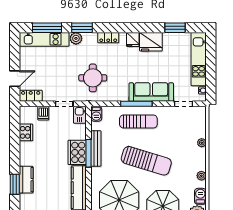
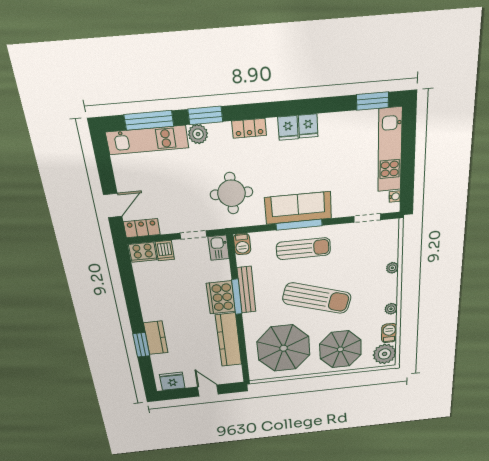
window: (175, 28) -> (373, 101), moved
fridge: (151, 42) -> (308, 126), width x0.53, depth x0.75
sofa: (151, 92) -> (298, 208), moved
cooker: (26, 132) -> (143, 252), moved, turned 90

